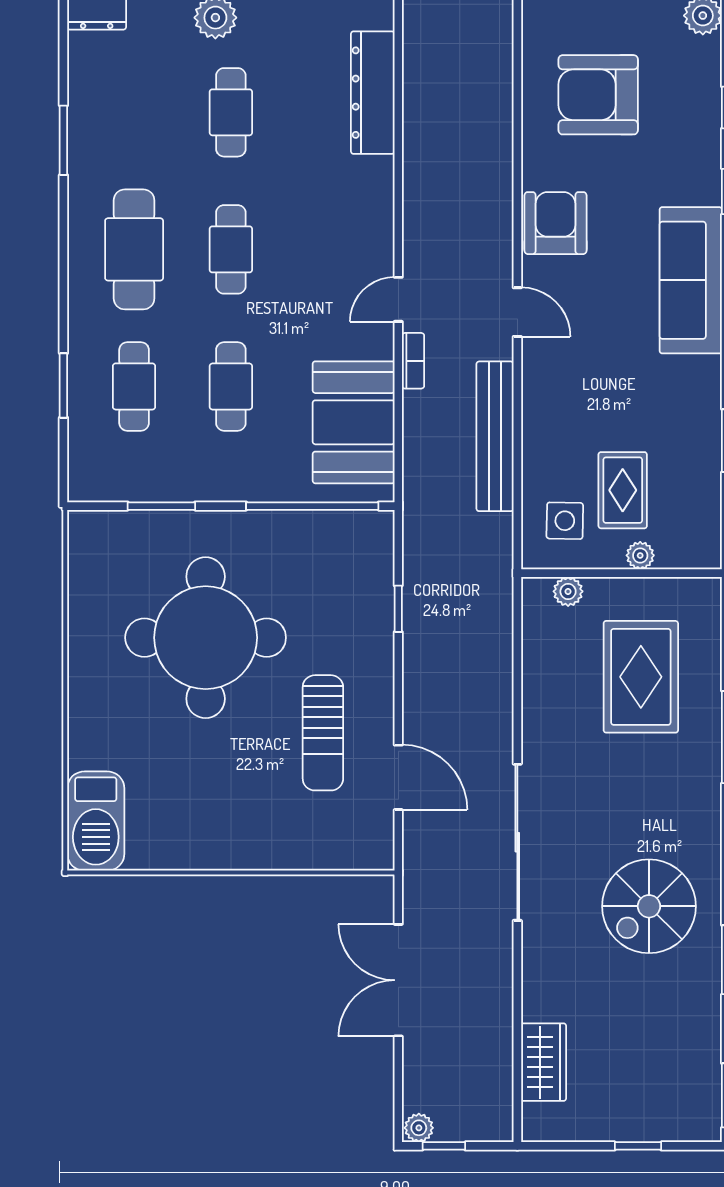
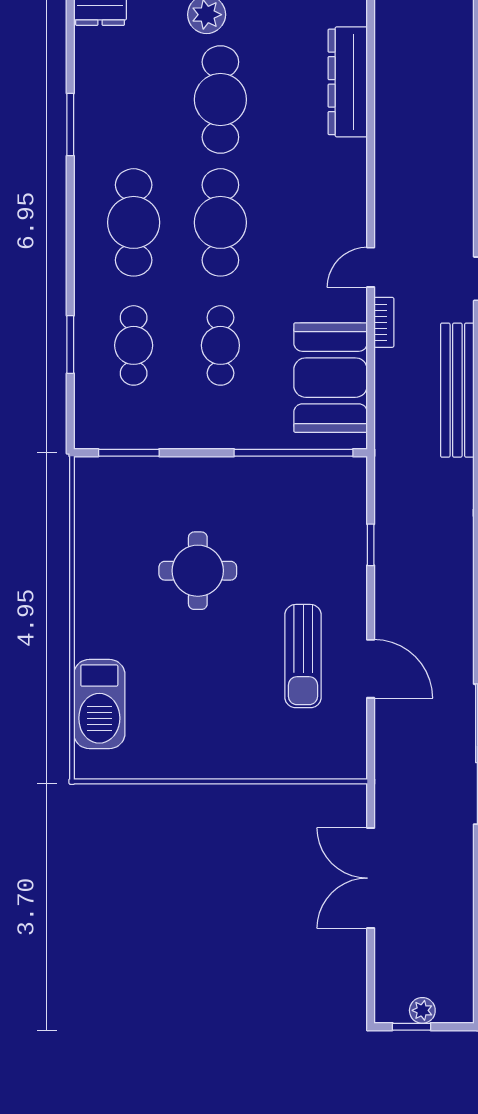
cafe table: (231, 112) -> (220, 100), width x1.37, depth x1.35
cafe table: (231, 249) -> (220, 222), width x1.37, depth x1.35
window: (161, 506) -> (129, 453), moved
round table: (206, 638) -> (198, 571), width x0.54, depth x0.54
door: (398, 777) -> (371, 669), moved
barbecue: (96, 821) -> (99, 704), moved
plant: (419, 1128) -> (422, 1010), moved

